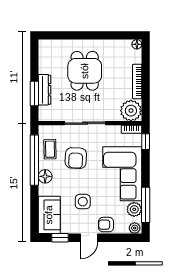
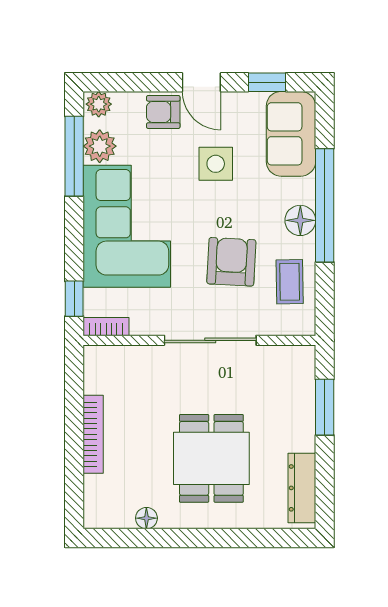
floor lamp: (137, 44) -> (146, 518), moved
dresser: (44, 90) -> (302, 488), moved
plant: (131, 111) -> (107, 369), removed
window: (34, 160) -> (325, 205), moved
armchair: (106, 225) -> (163, 112), turned 180
door: (89, 238) -> (201, 82), swing flipped

